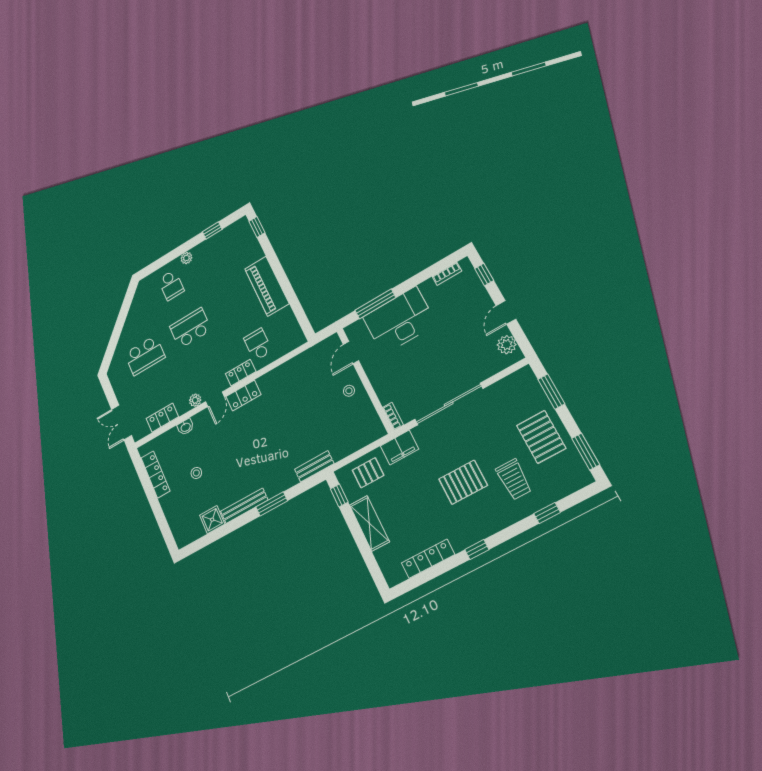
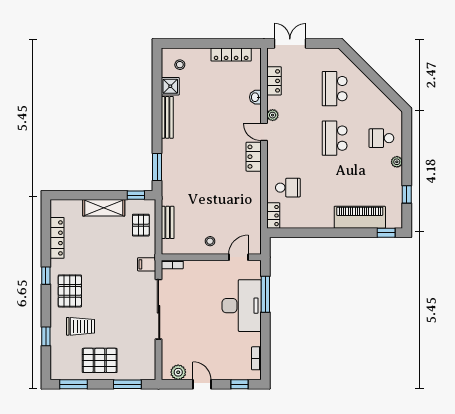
piano: (267, 286) -> (360, 217), moved
school desk: (190, 328) -> (335, 138), turned 180
door: (351, 353) -> (238, 257), hinge flipped
locker: (241, 373) -> (273, 216), moved
filing cabinet: (400, 447) -> (147, 264), width x0.50
bench: (314, 466) -> (168, 222), moved
stool: (196, 473) -> (180, 65), moved
trolley: (514, 479) -> (81, 326), turned 180
pallet: (463, 482) -> (70, 291), moved
window: (272, 504) -> (157, 167), moved

